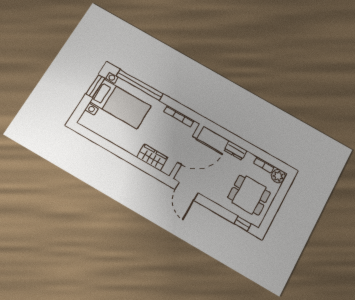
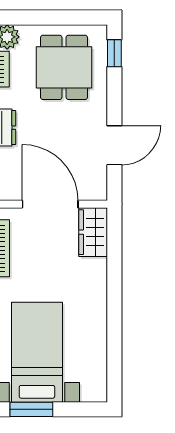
wardrobe: (152, 157) -> (93, 232), moved
door: (187, 191) -> (114, 145), moved

